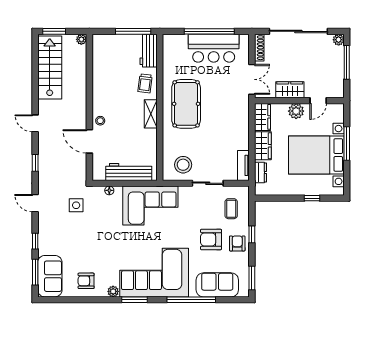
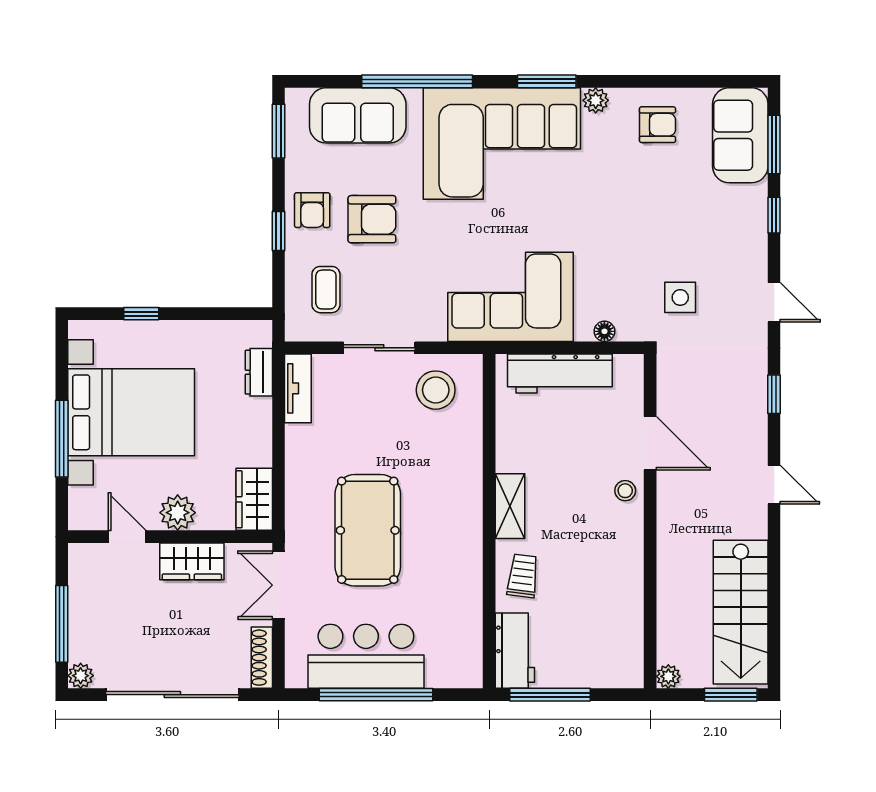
door: (318, 101) -> (127, 537), hinge flipped
pool table: (186, 104) -> (368, 530), moved
wardrobe: (263, 146) -> (254, 433), removed

